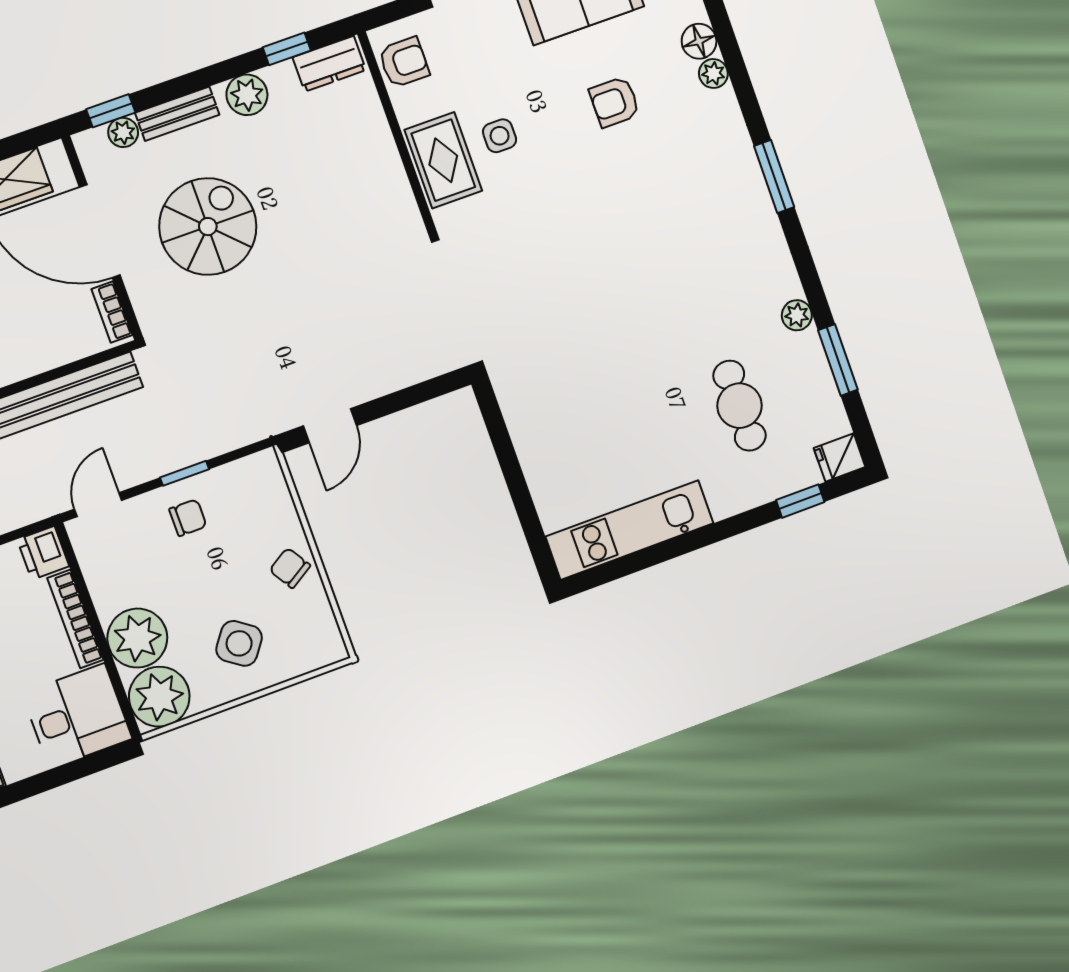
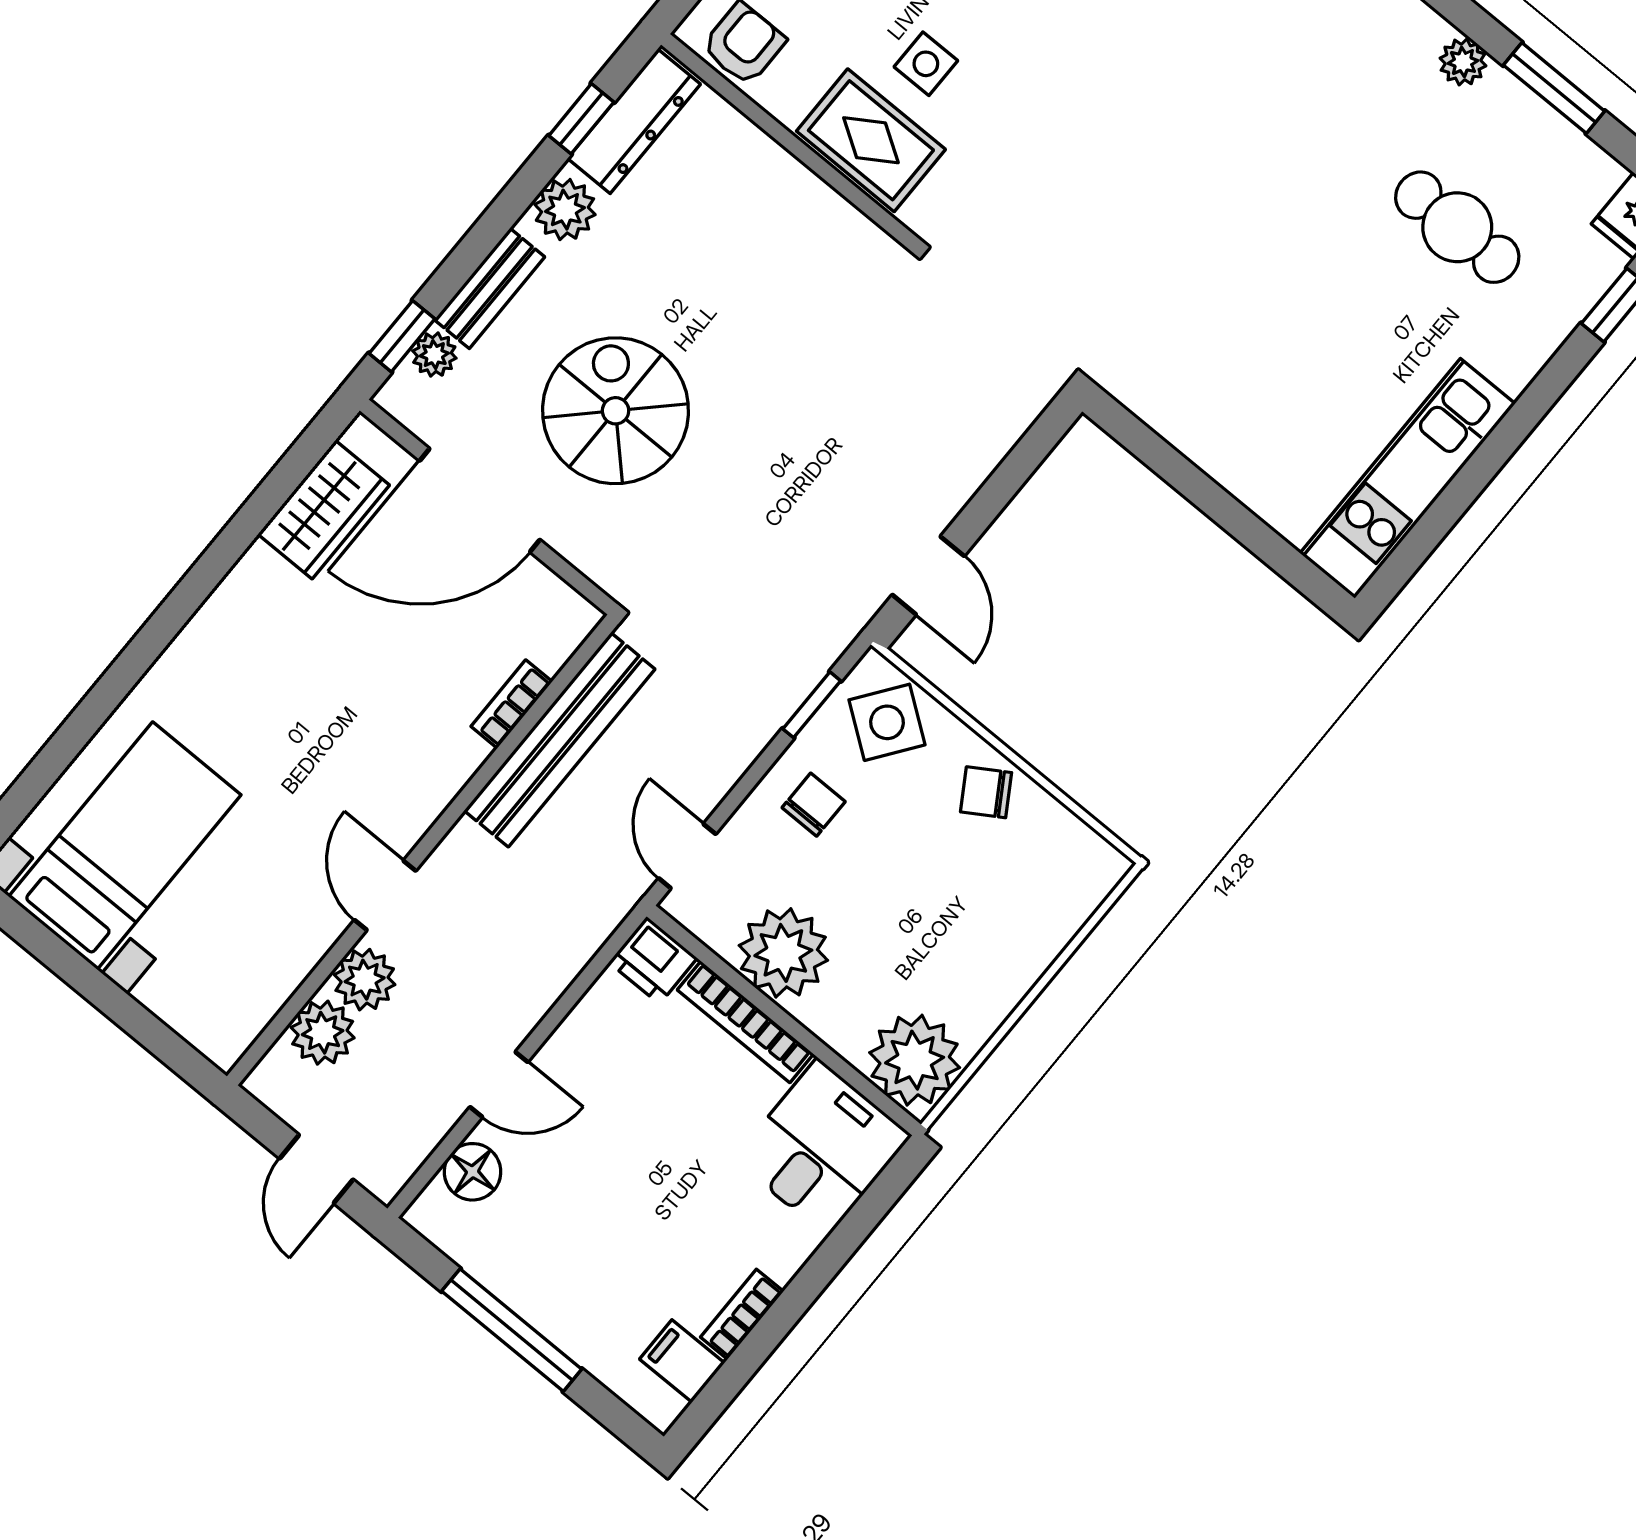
dresser: (329, 64) -> (634, 121), width x1.44
bookcase: (112, 312) -> (512, 704), moved, turned 90
window: (184, 473) -> (812, 705), moved
plant: (137, 638) -> (783, 953), moved
side table: (239, 643) -> (887, 722), moved

